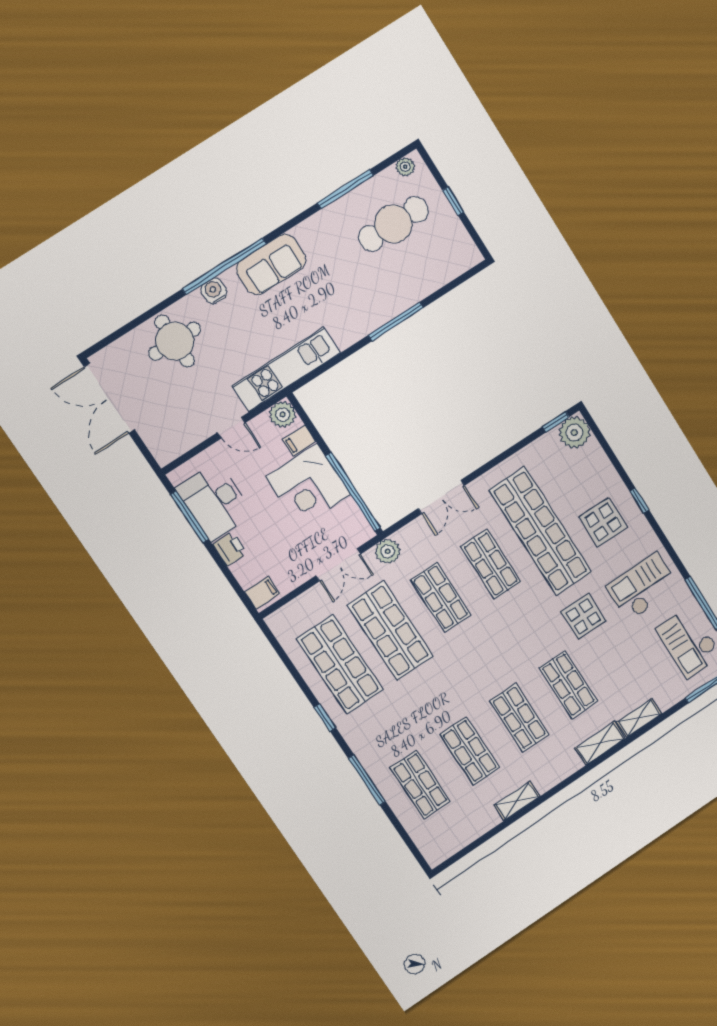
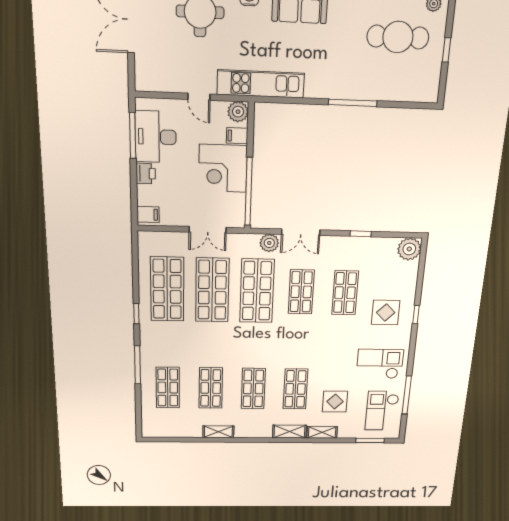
window: (556, 422) -> (361, 234), moved
shop shelf: (541, 531) -> (345, 293), width x0.50, depth x0.74
plant: (388, 551) -> (269, 243), moved
shop shelf: (441, 597) -> (257, 291), width x1.43, depth x1.36
display table: (583, 616) -> (335, 401), moved

